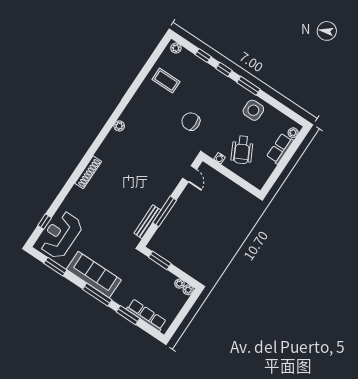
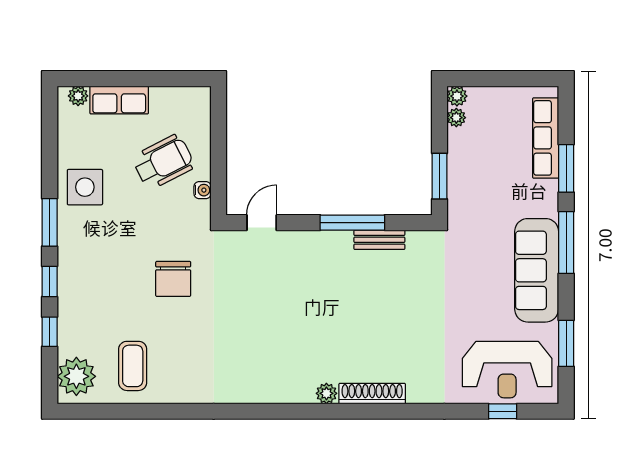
plant: (176, 48) -> (76, 376), width x1.88, depth x1.88
plant: (119, 126) -> (326, 393), moved
bench: (147, 222) -> (379, 240), width x0.73

